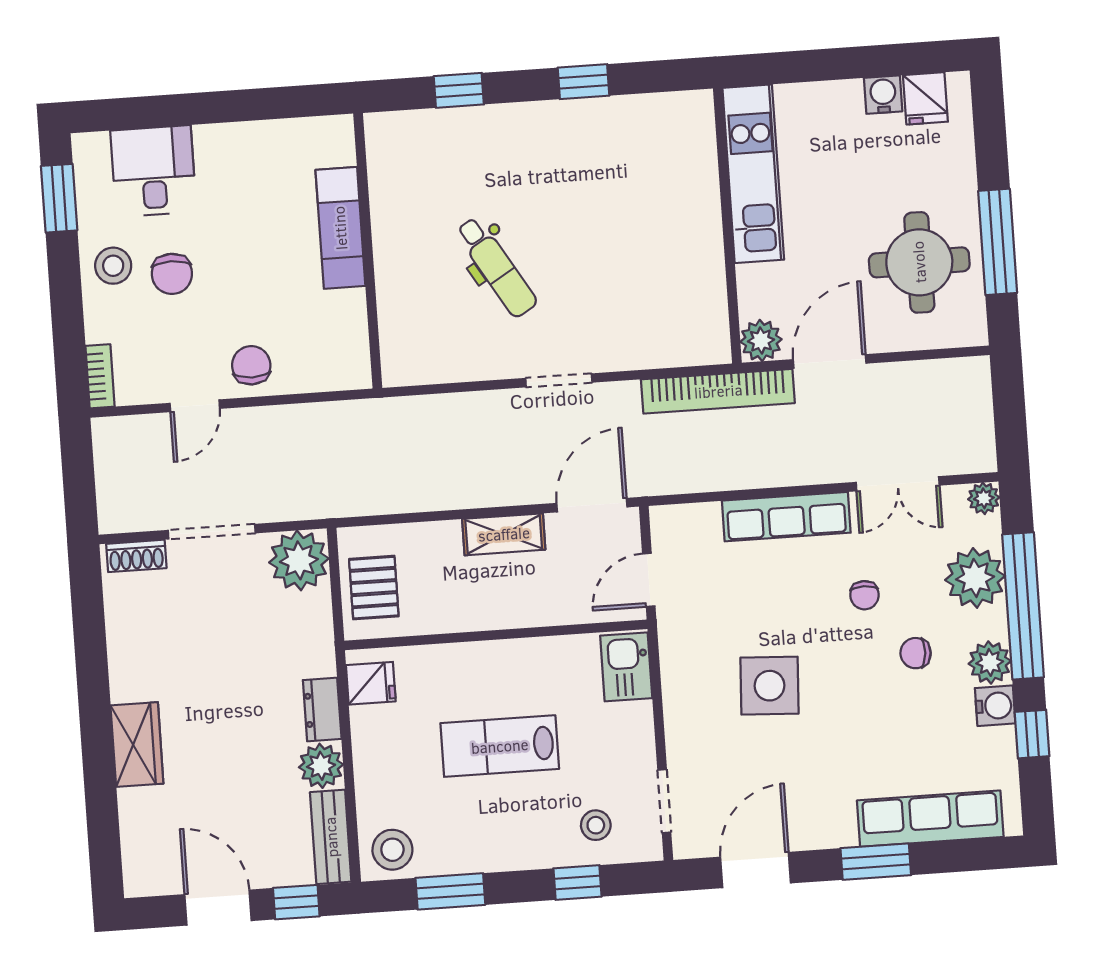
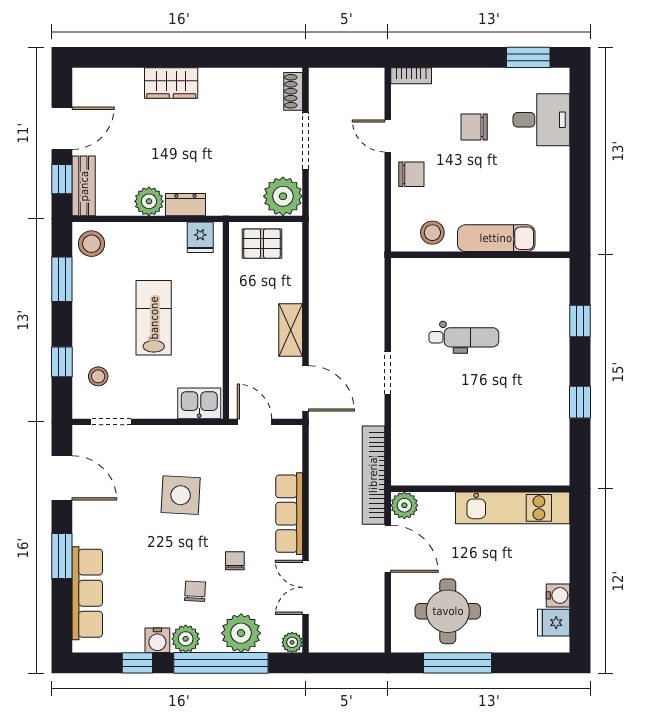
stool: (113, 266) -> (432, 233), moved
dental chair: (496, 267) -> (464, 337), turned -149
chair: (864, 595) -> (235, 561), turned 90
bench: (331, 837) -> (84, 186), moved, turned 90

